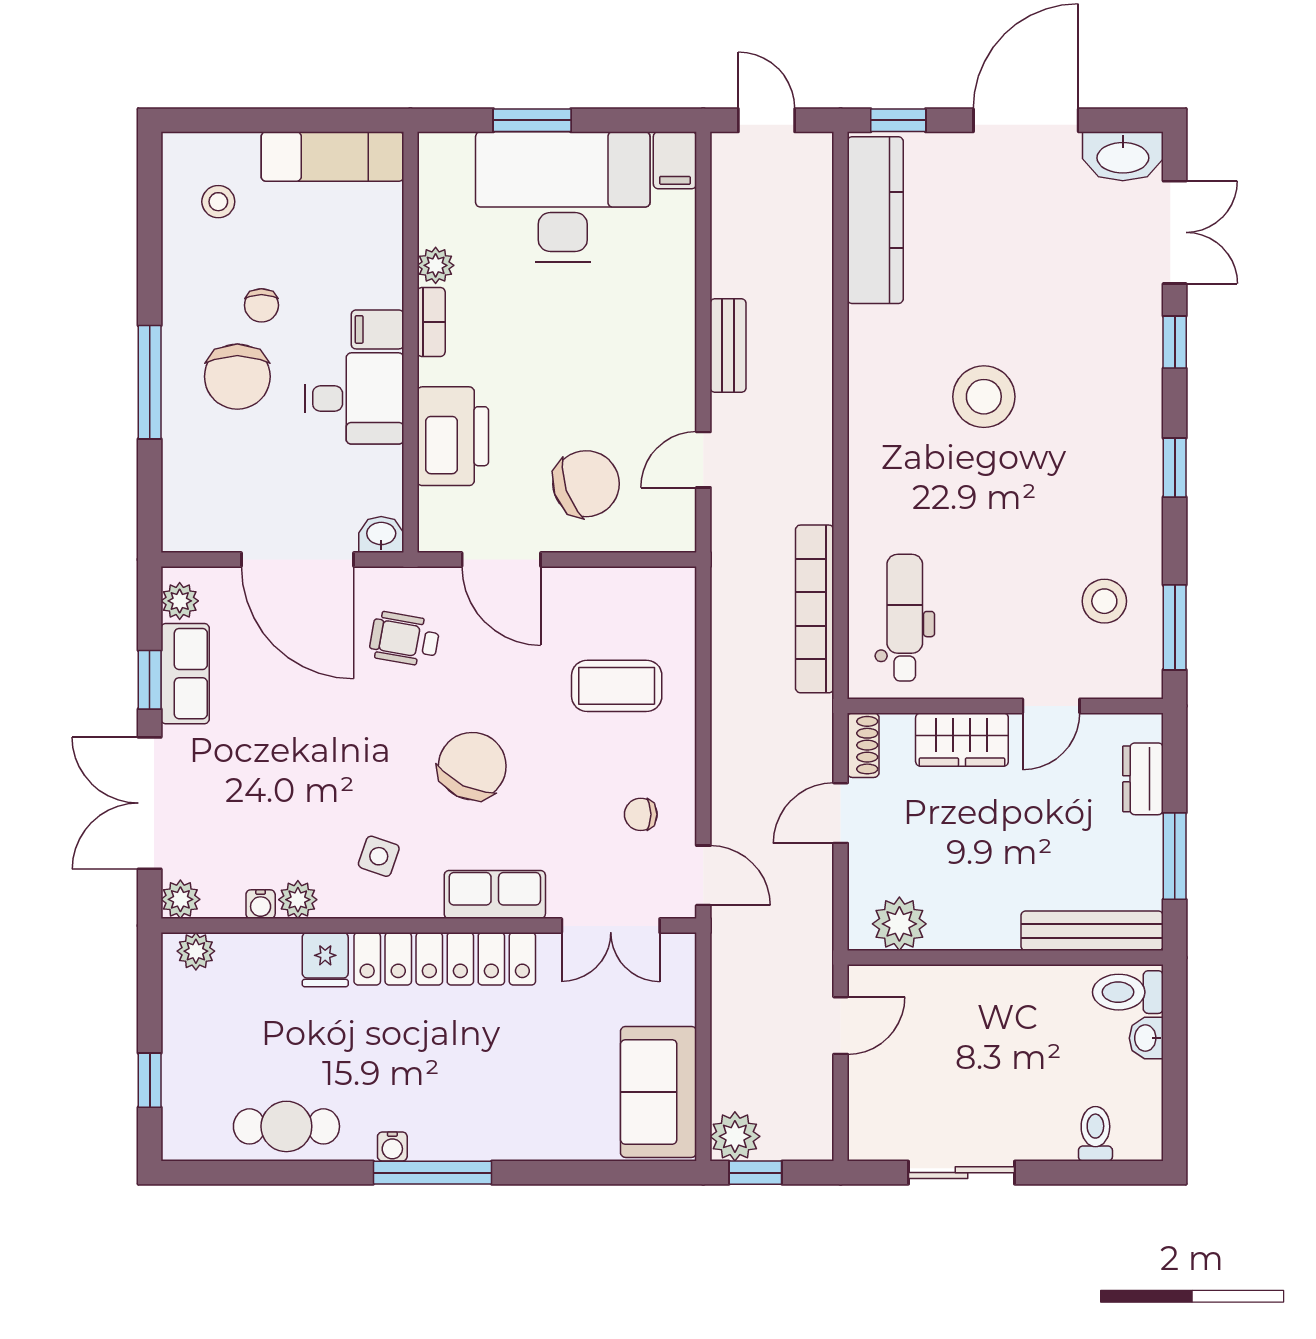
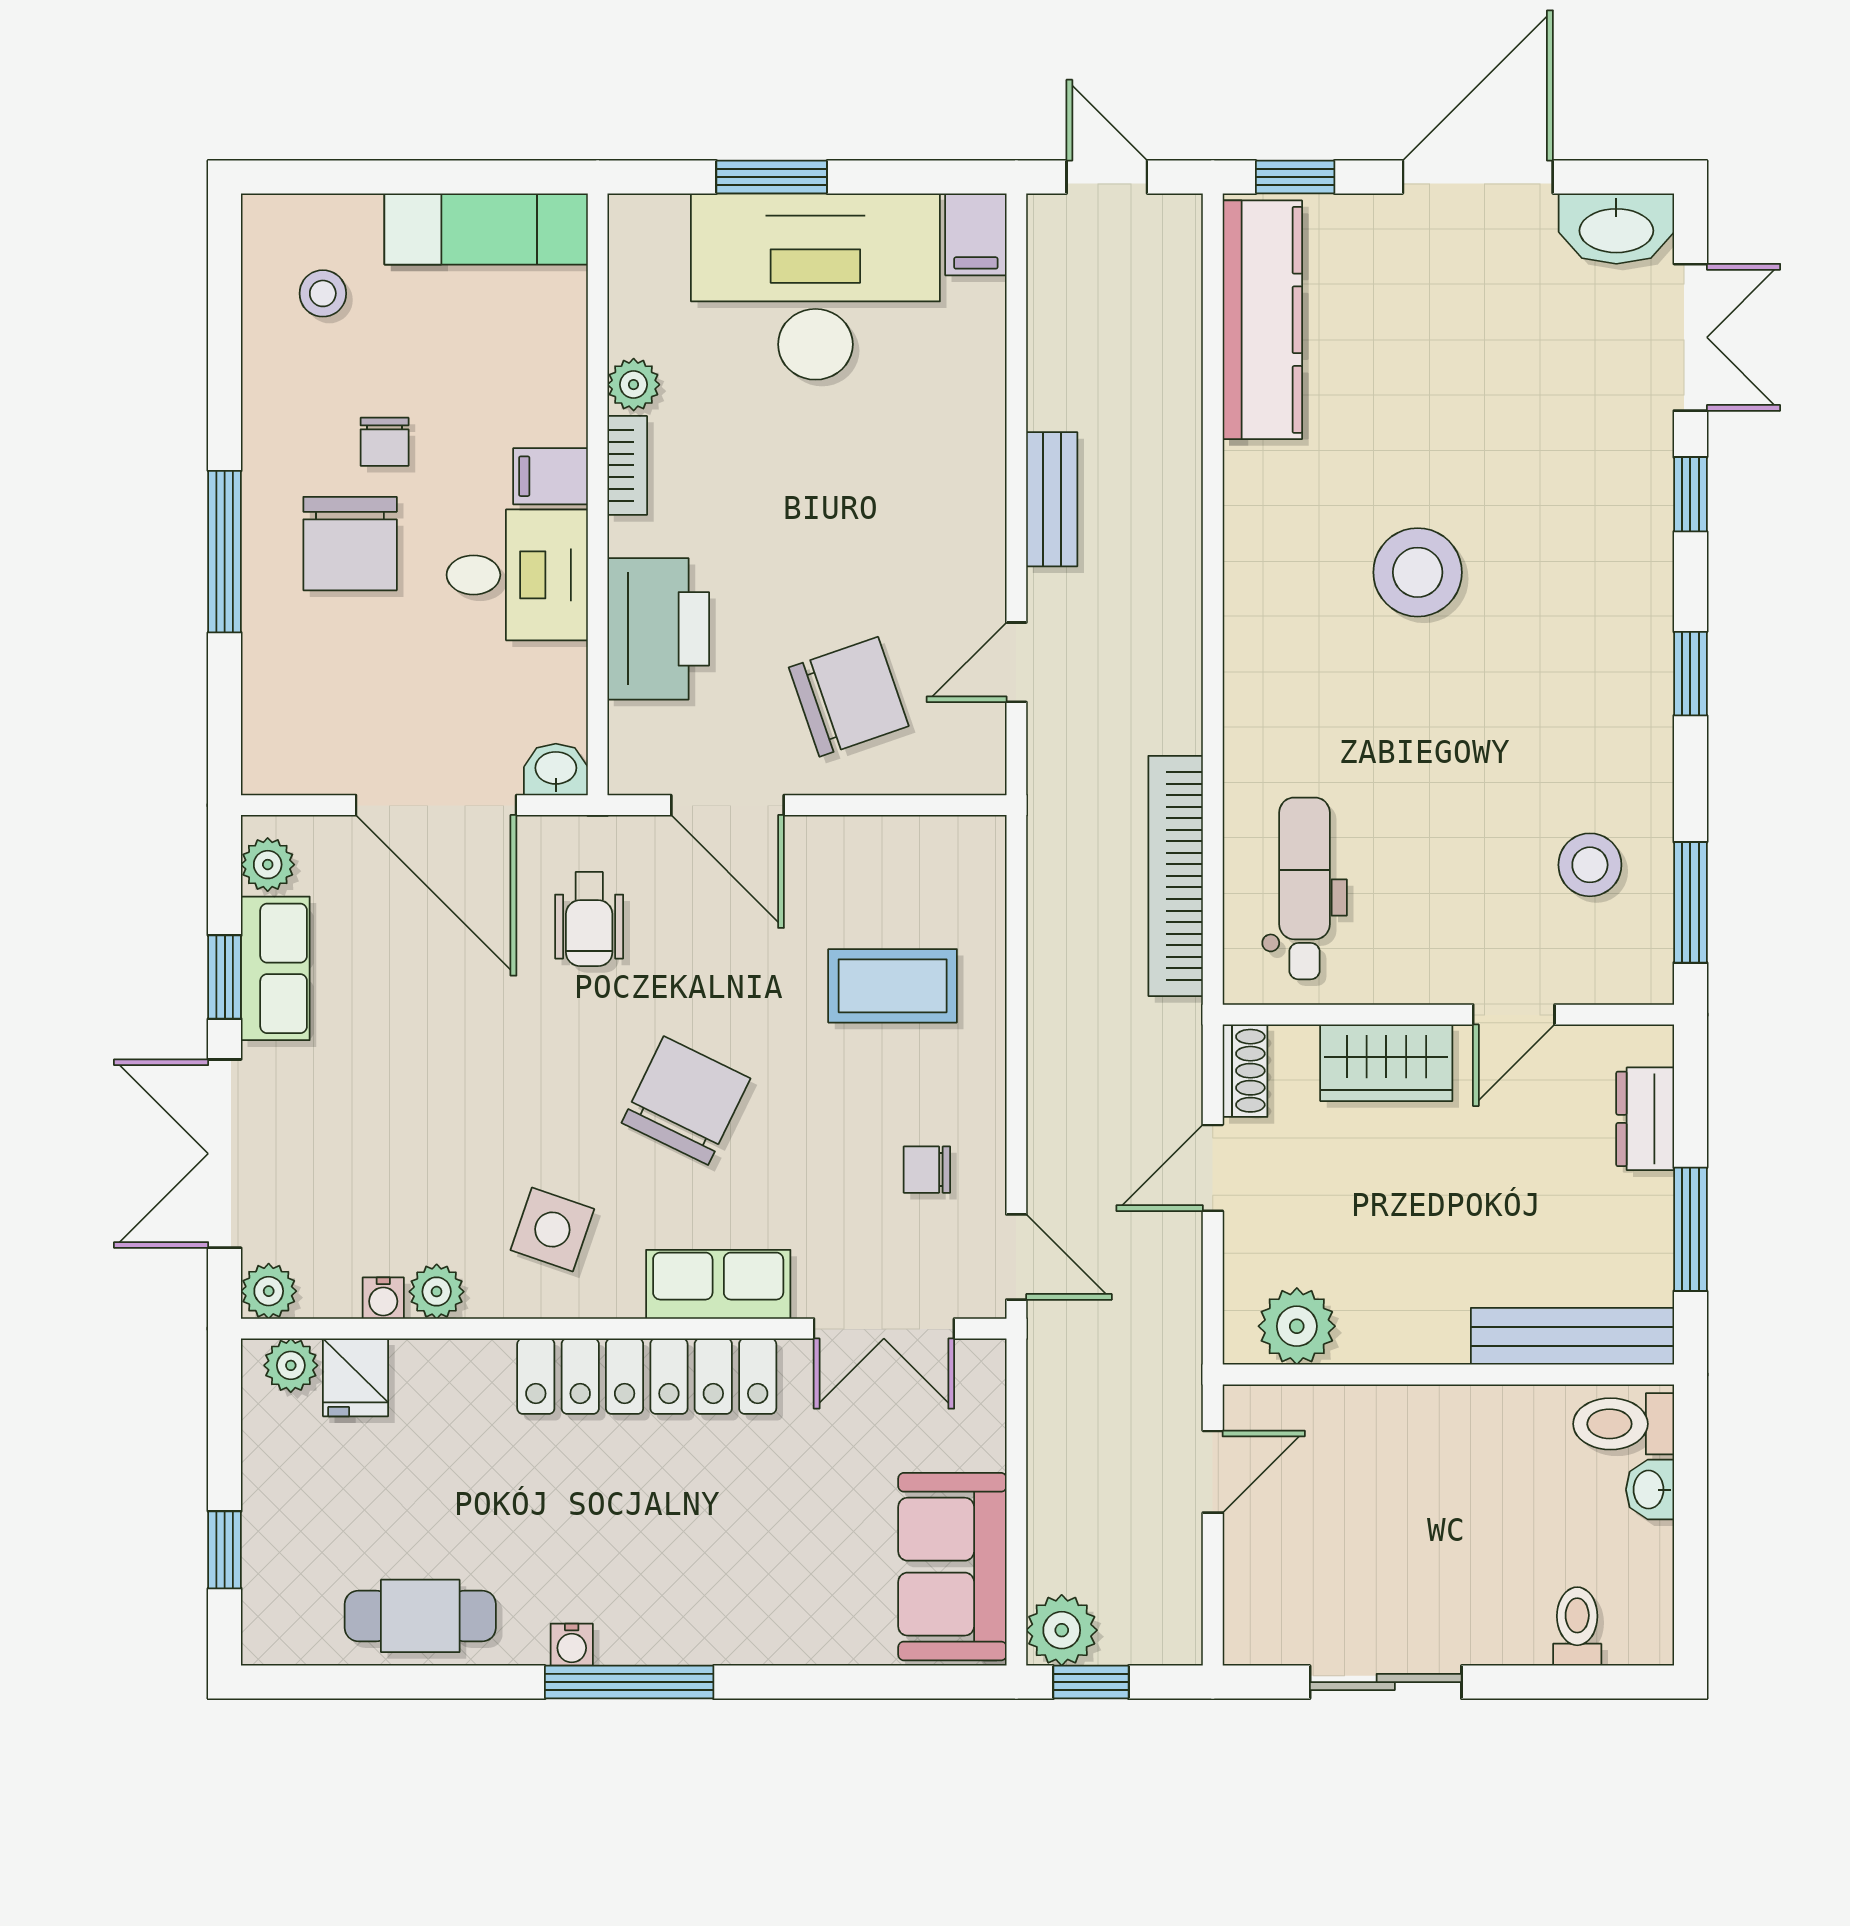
wheelchair: (405, 639) -> (589, 919), turned -100
side table: (379, 856) -> (552, 1229), width x1.37, depth x1.37
fridge: (325, 960) -> (356, 1377), moved

